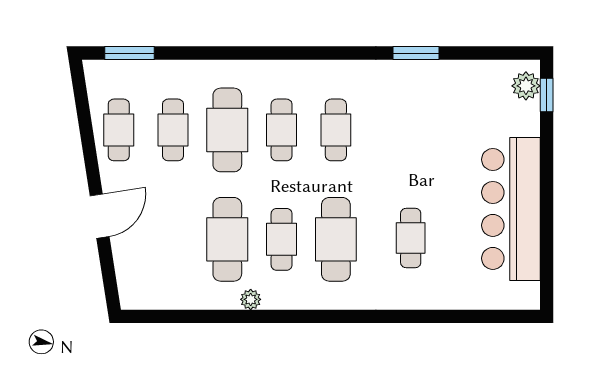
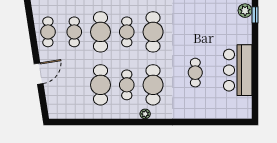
cafe table: (336, 130) -> (153, 32), width x1.37, depth x1.35
bar counter: (511, 209) -> (238, 70), width x0.73
cafe table: (411, 238) -> (195, 73), moved
plant: (251, 299) -> (145, 114), moved

